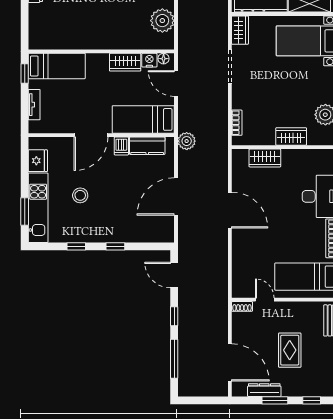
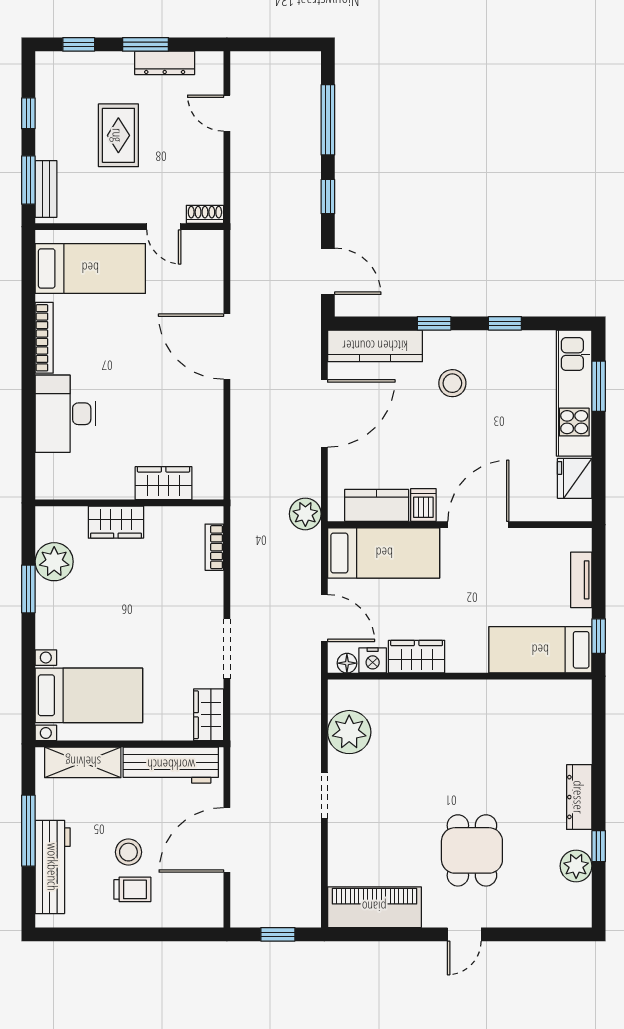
stool: (80, 195) -> (452, 383), moved
door: (230, 210) -> (227, 347), moved
kitchen counter: (148, 234) -> (375, 346), added
door: (230, 362) -> (227, 113), width x0.53

